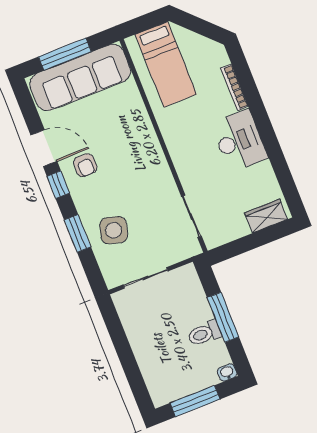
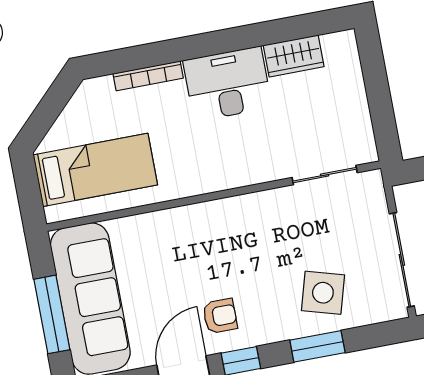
wardrobe: (266, 216) -> (294, 56), moved, turned -90
sliding door: (145, 278) -> (402, 260), width x1.37

